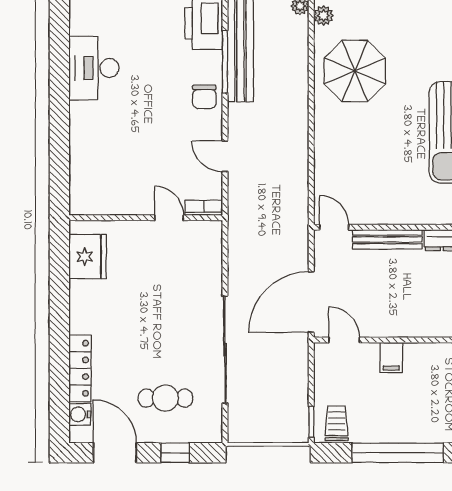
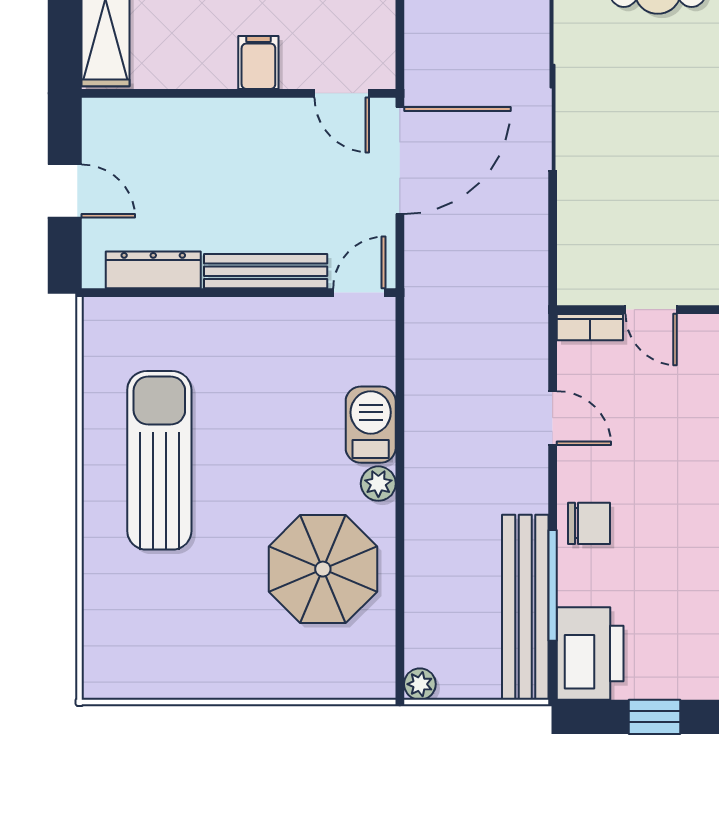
plant: (323, 16) -> (378, 484), moved
chair: (204, 97) -> (589, 523), turned 90
barbecue: (328, 153) -> (371, 425), added
door: (334, 227) -> (359, 293), swing flipped

